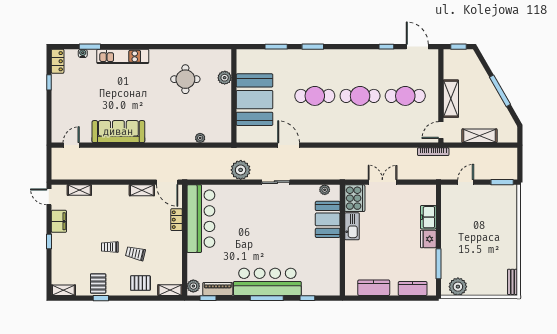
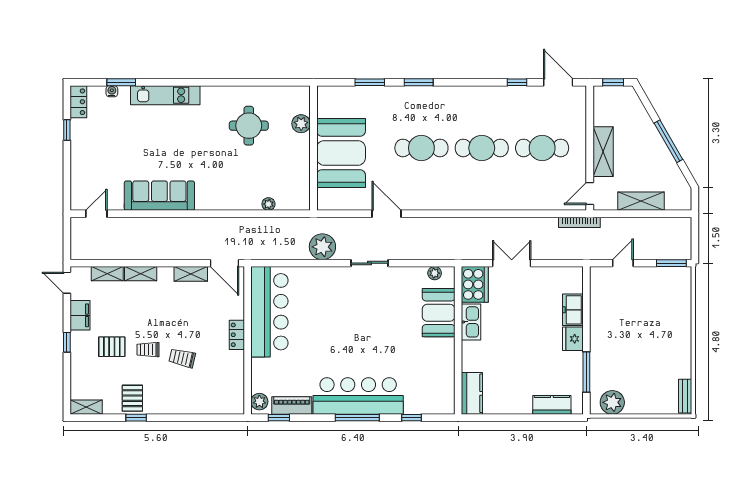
locker: (177, 220) -> (237, 335), moved
pallet: (140, 283) -> (112, 347), moved
kitchen counter: (374, 288) -> (472, 393), moved, turned 90
shelving: (170, 290) -> (141, 274), moved

